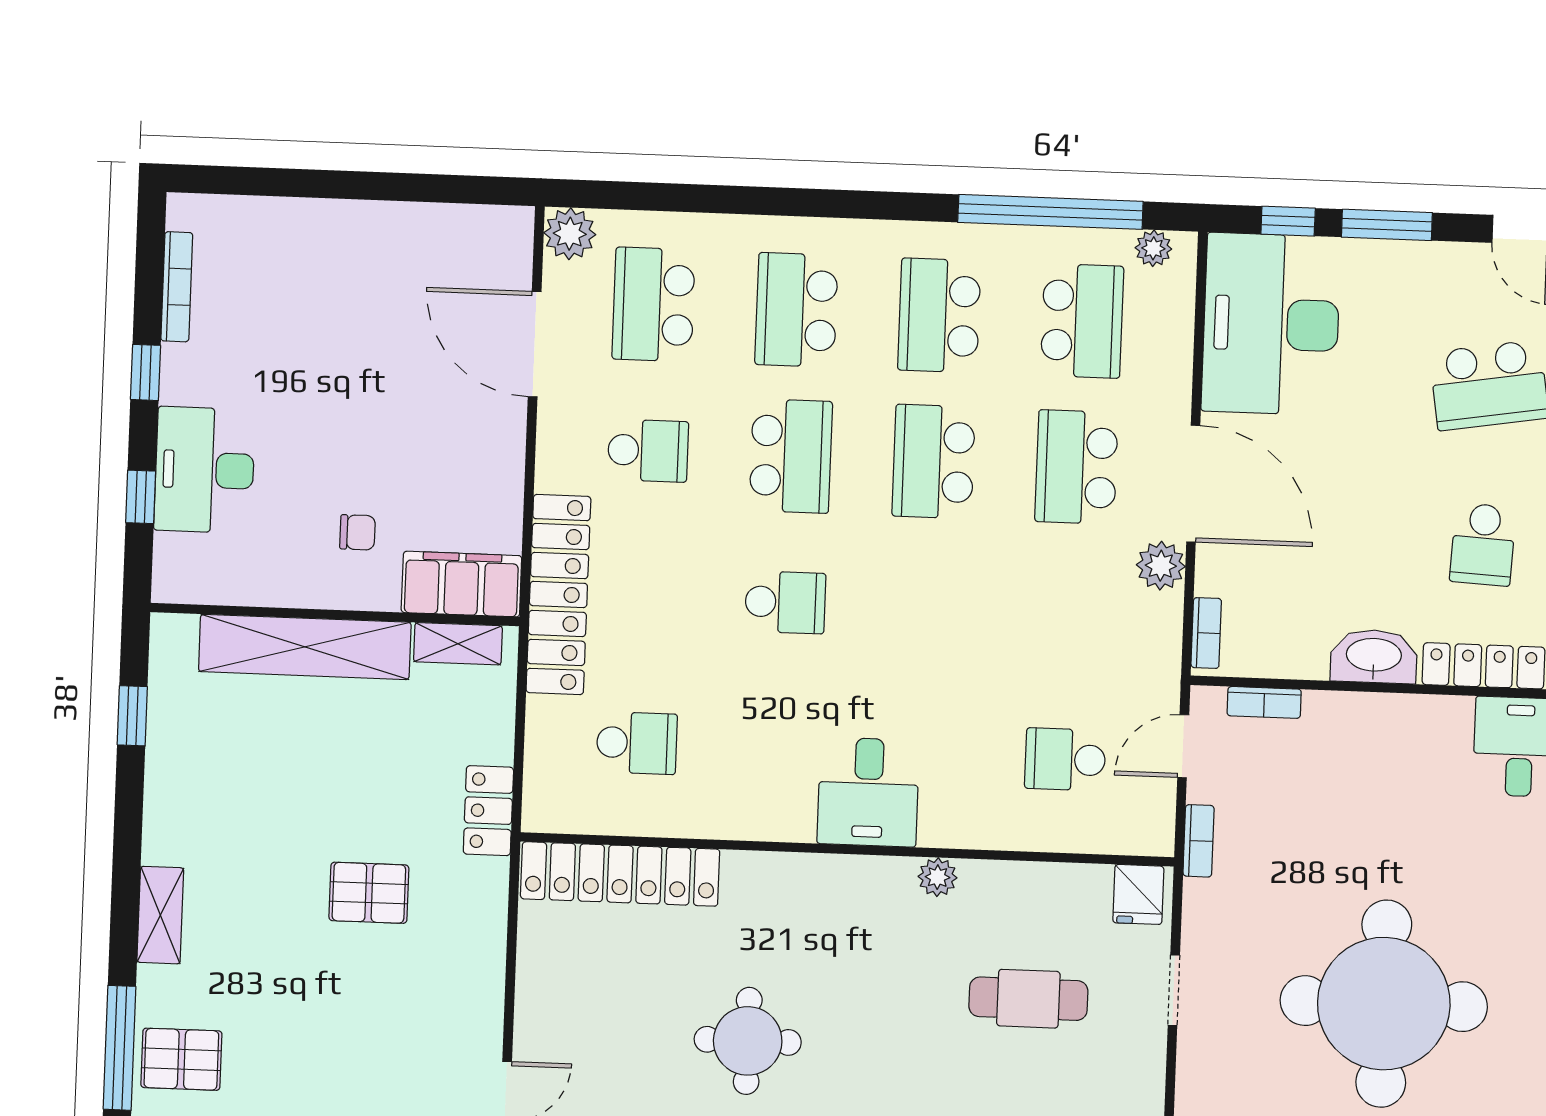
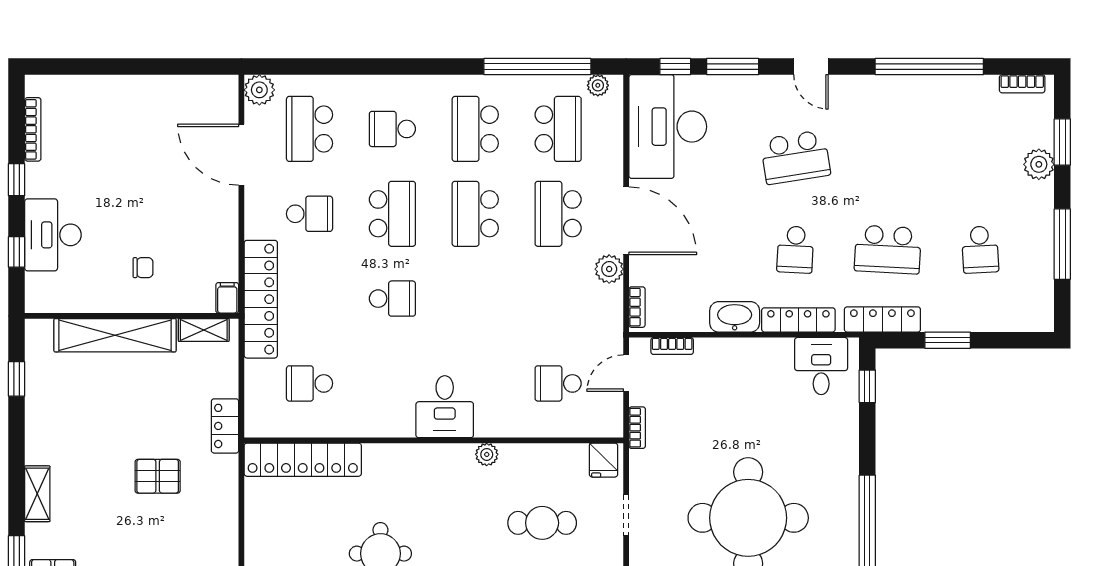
school desk: (796, 310) -> (392, 129), width x0.54
filing cabinet: (461, 584) -> (227, 298), width x0.33, depth x0.86
school desk: (637, 743) -> (310, 383), turned 180

